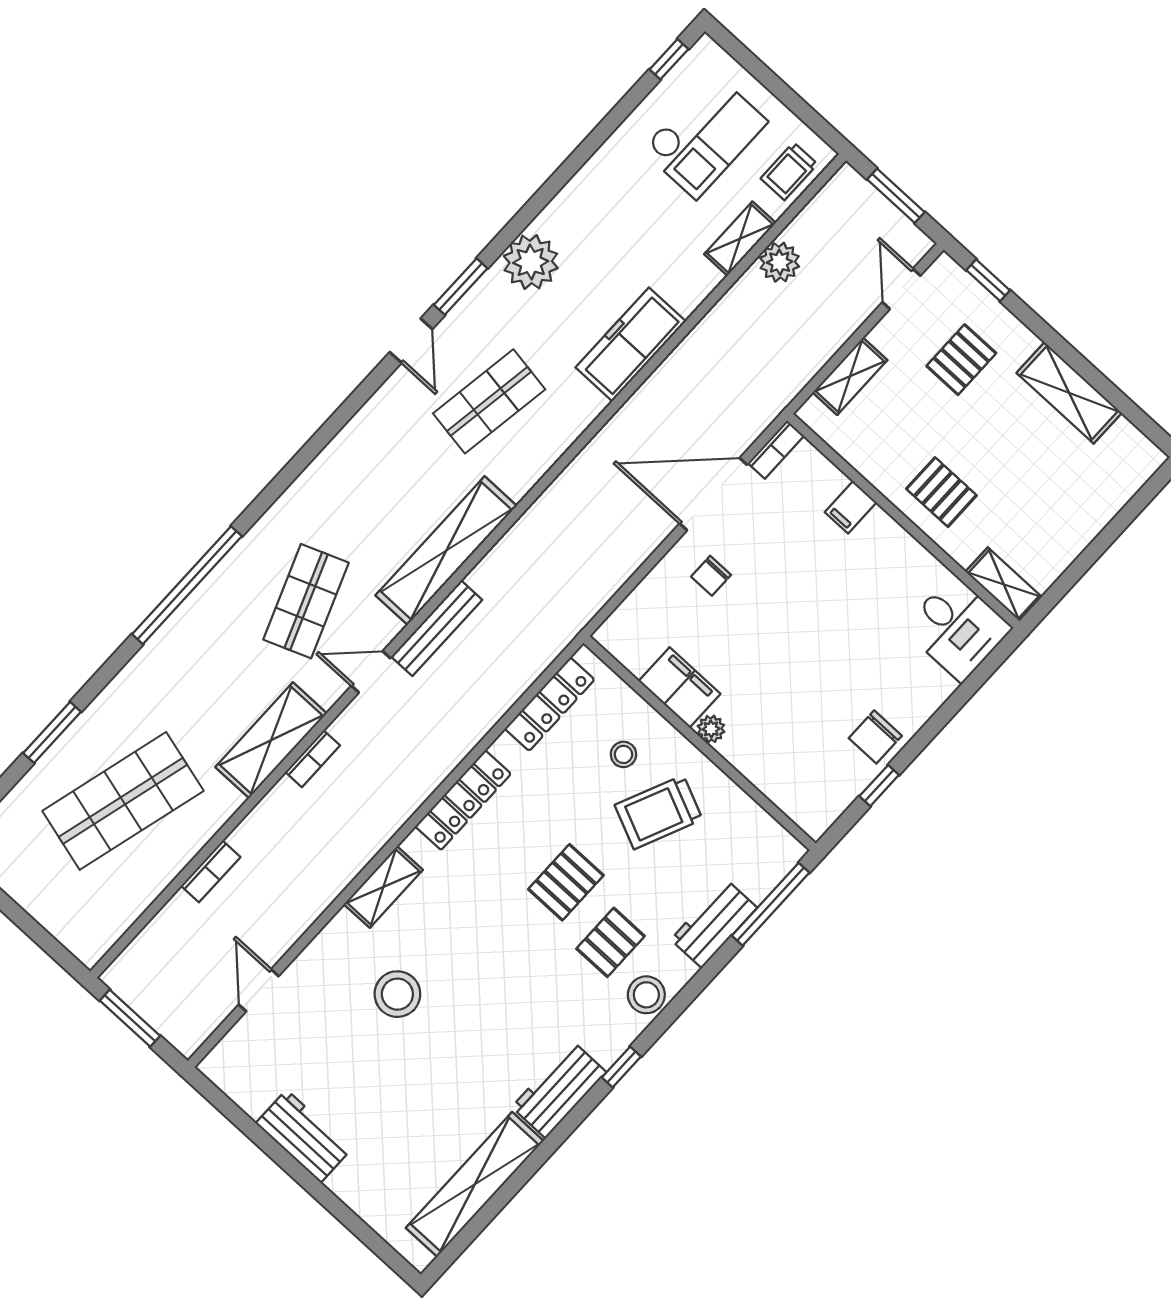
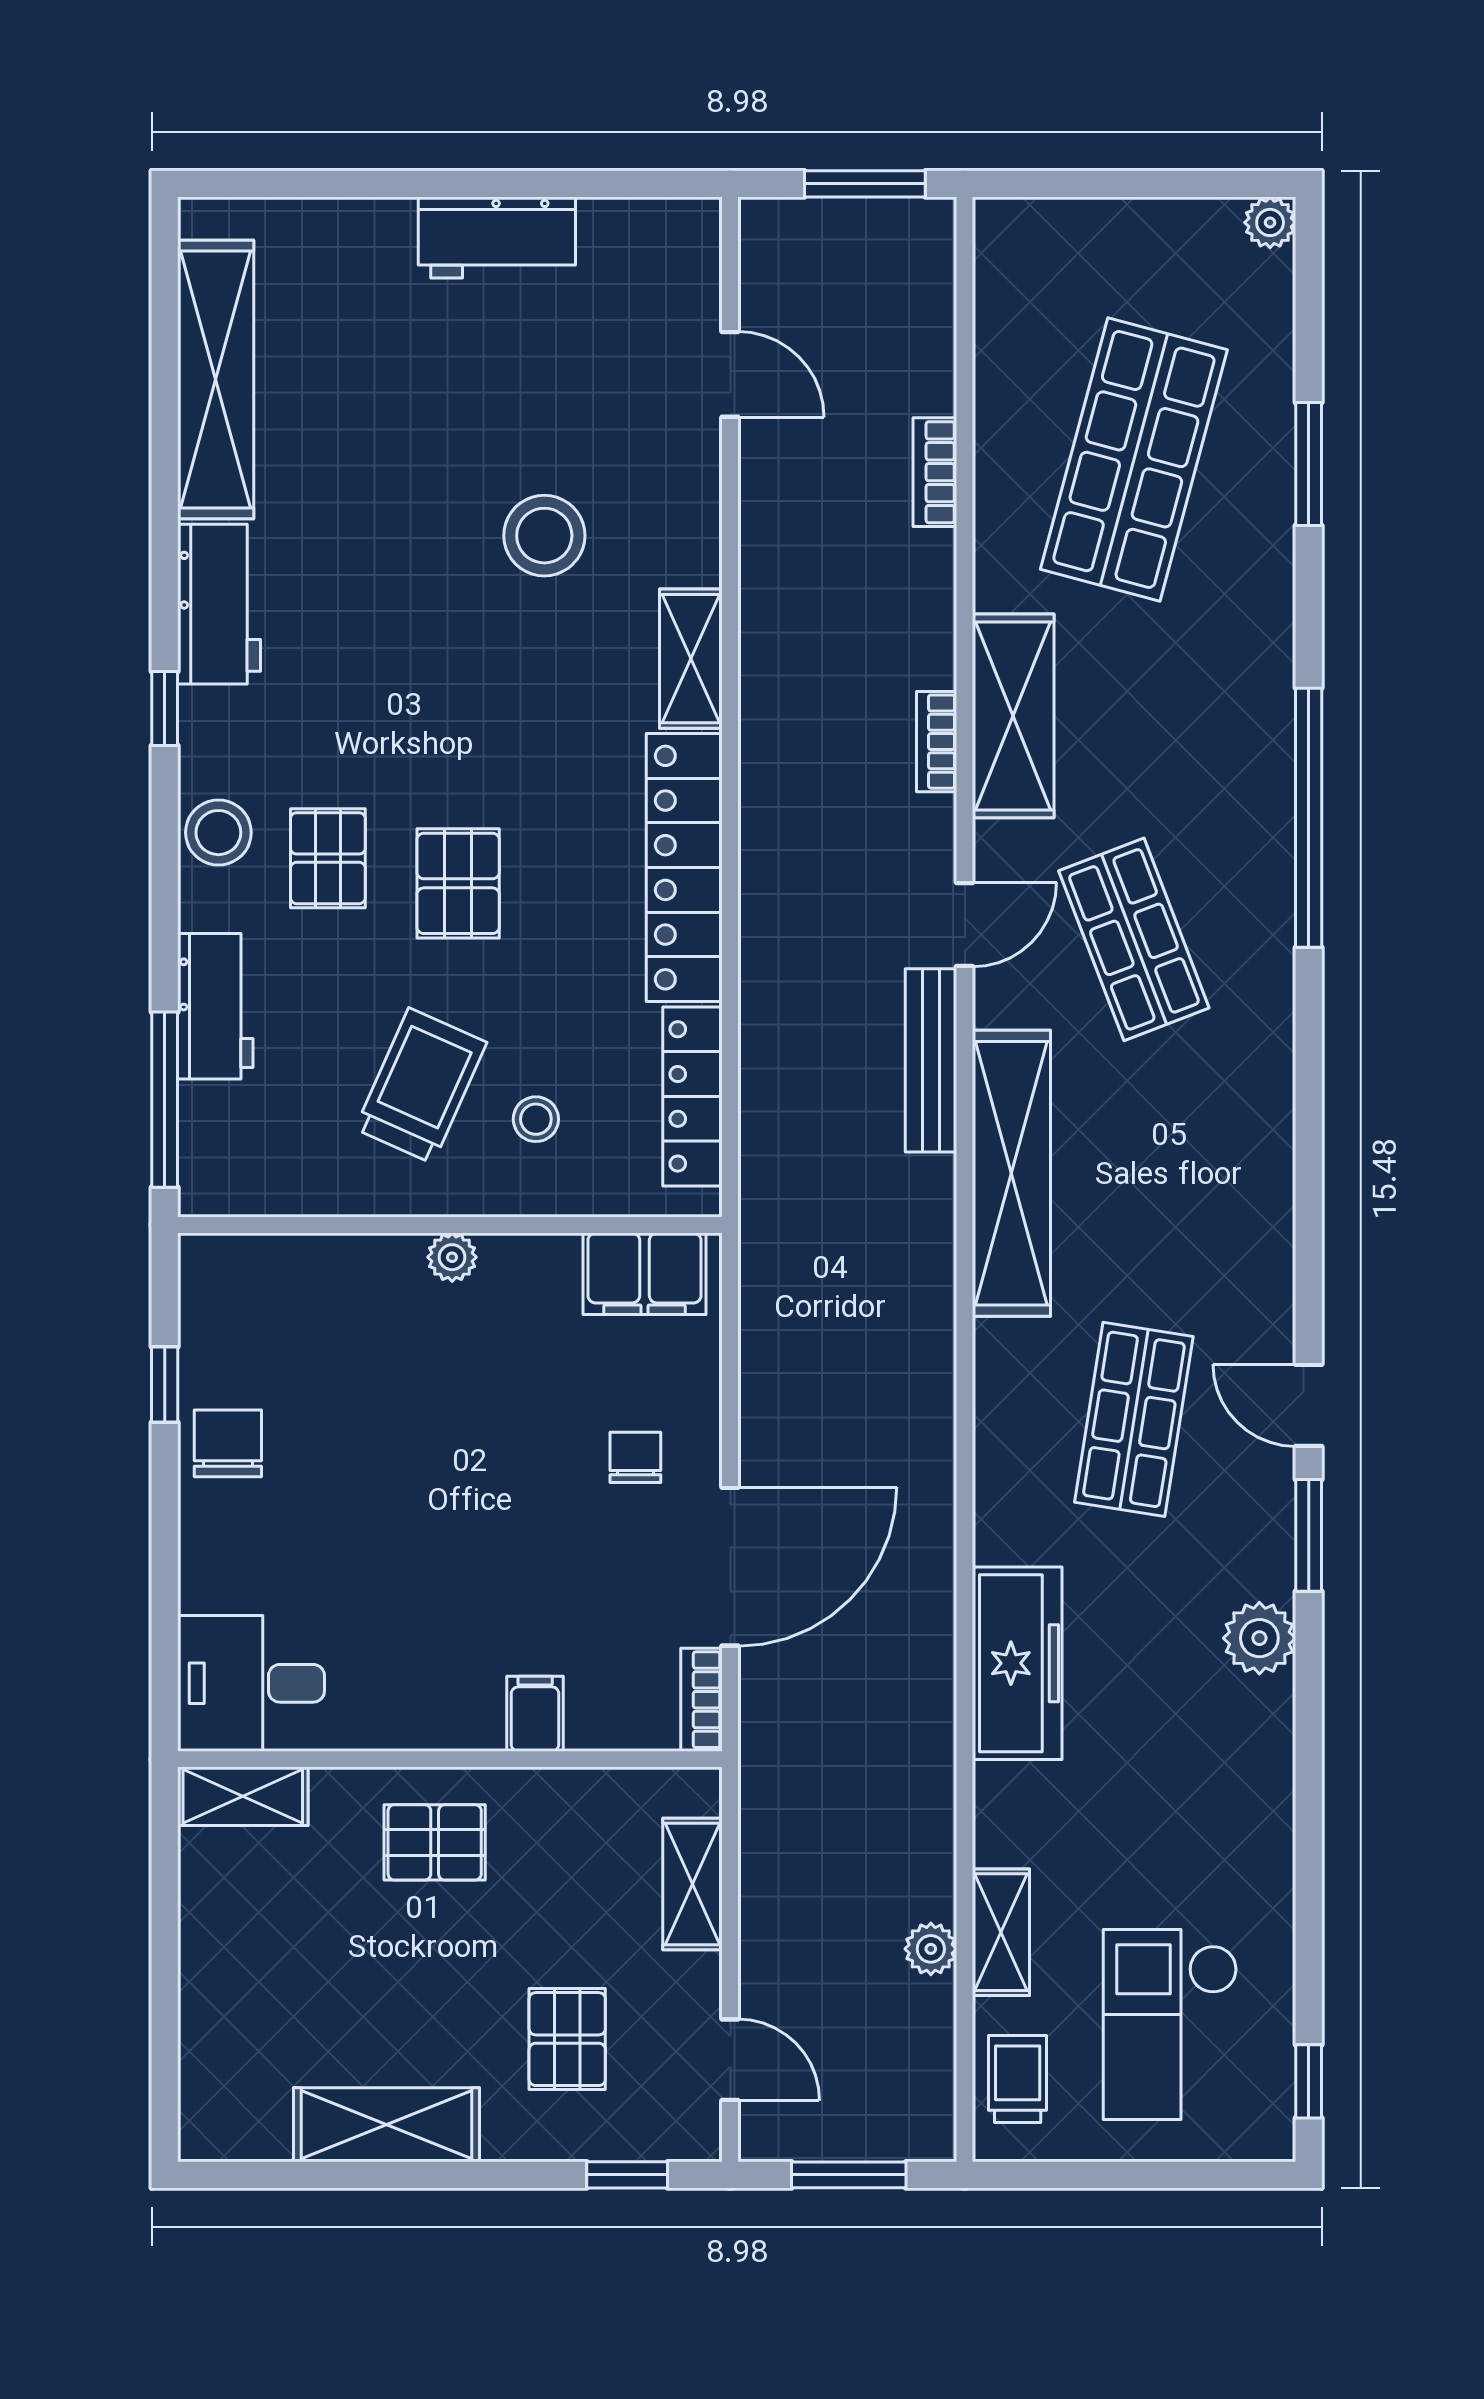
plant: (531, 262) -> (1259, 1638), width x0.73, depth x0.73
plant: (780, 262) -> (931, 1949), width x0.73, depth x0.73
filing cabinet: (679, 687) -> (645, 1274), moved
locker: (463, 800) -> (684, 868), width x1.41, depth x1.21

